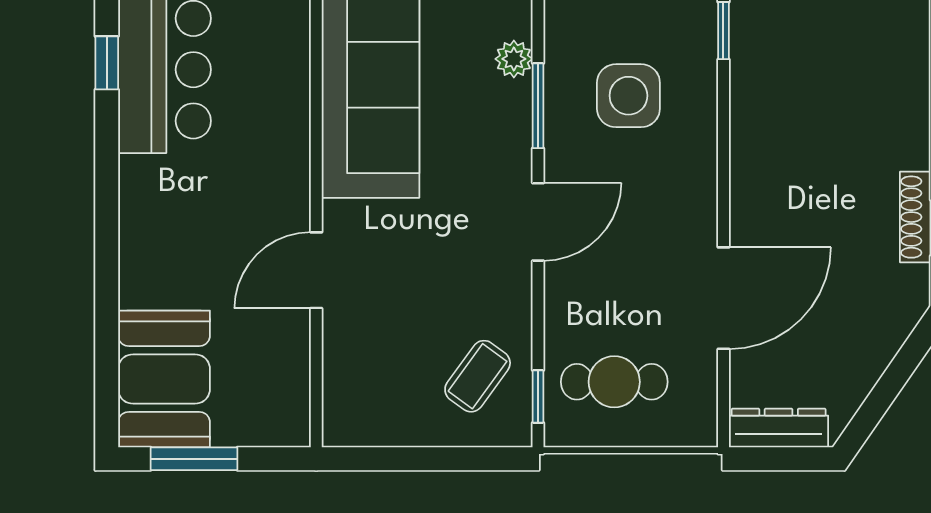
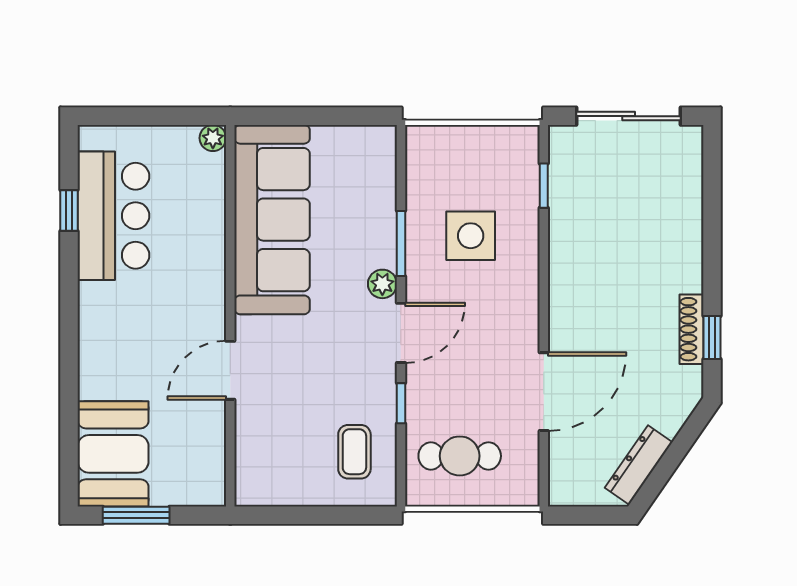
plant: (514, 59) -> (382, 284), moved
coffee table: (478, 376) -> (354, 452), turned -36
window: (538, 397) -> (401, 403), moved
dresser: (779, 428) -> (639, 465), moved, turned -55

